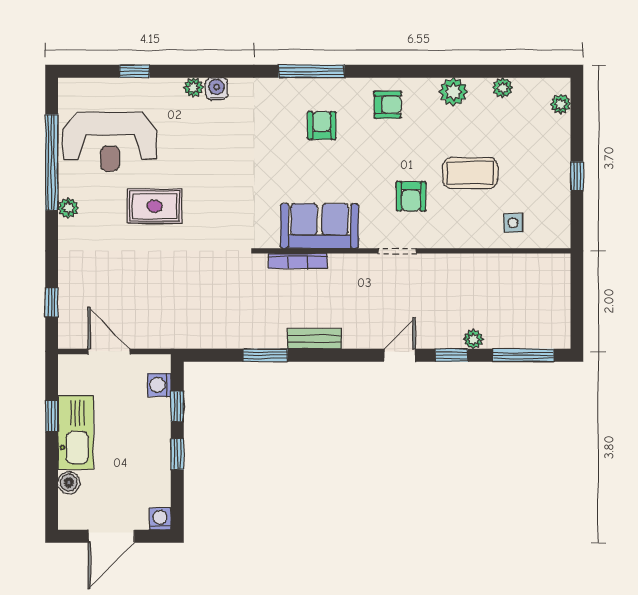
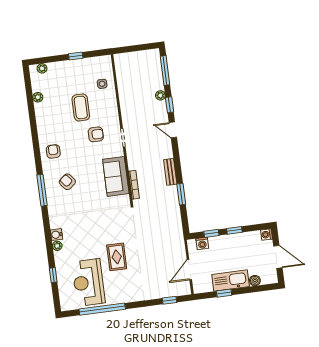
plant: (453, 92) -> (43, 121), removed
armchair: (322, 125) -> (67, 182), turned 51
reception desk: (110, 141) -> (88, 282), turned 180
plant: (68, 208) -> (123, 298), removed

